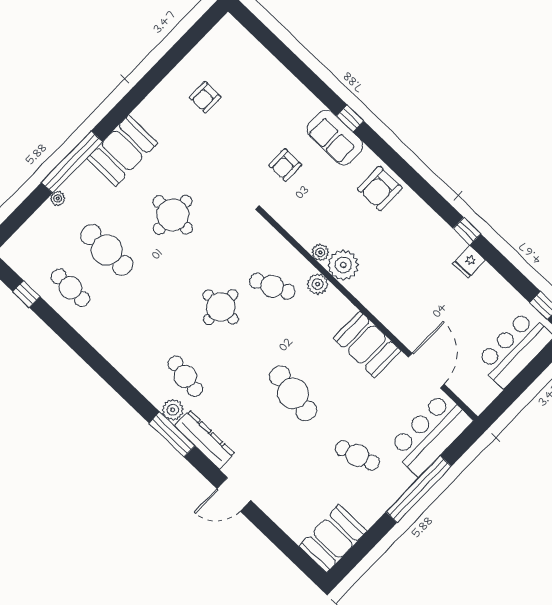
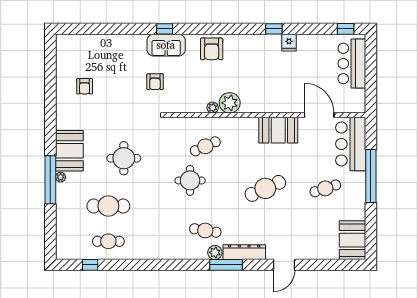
plant: (58, 198) -> (61, 177), moved
plant: (318, 284) -> (226, 124), removed
cafe table: (293, 393) -> (265, 188), turned -33

